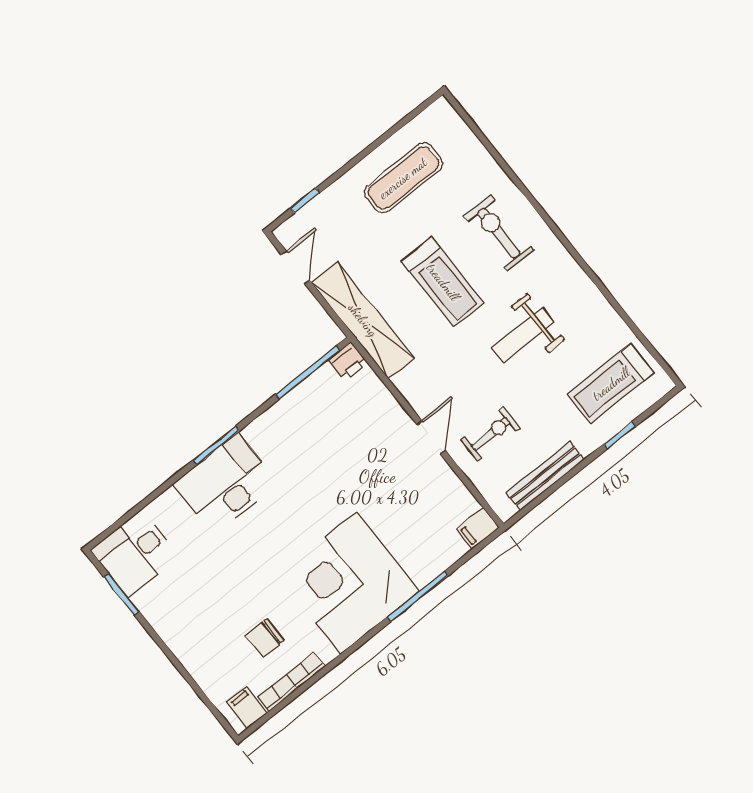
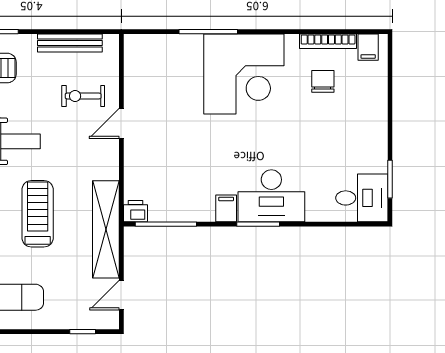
filing cabinet: (478, 528) -> (226, 208), moved, turned -90
chair: (265, 638) -> (323, 81), turned -90

